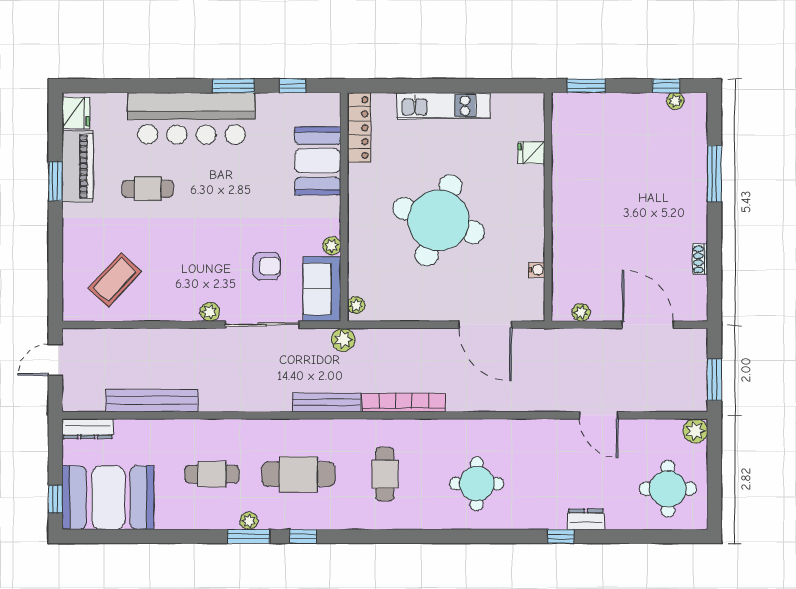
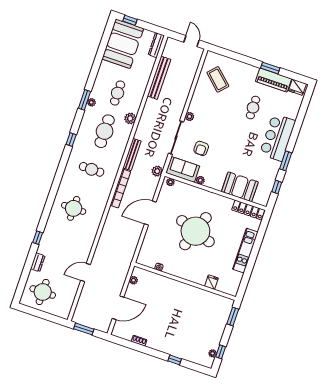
bar counter: (191, 118) -> (278, 137), width x0.73
window: (714, 174) -> (175, 360), width x0.46
door: (485, 325) -> (150, 213), moved
plant: (695, 431) -> (130, 118), moved
dresser: (586, 519) -> (38, 262), moved
window: (303, 536) -> (71, 139), moved

